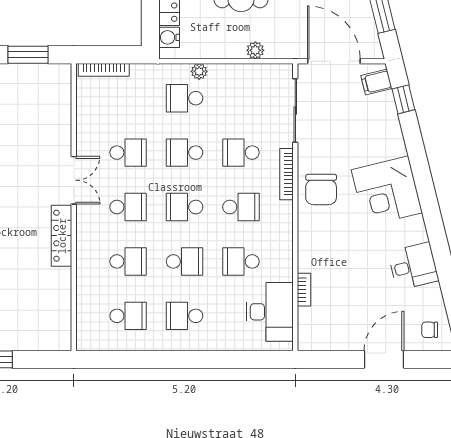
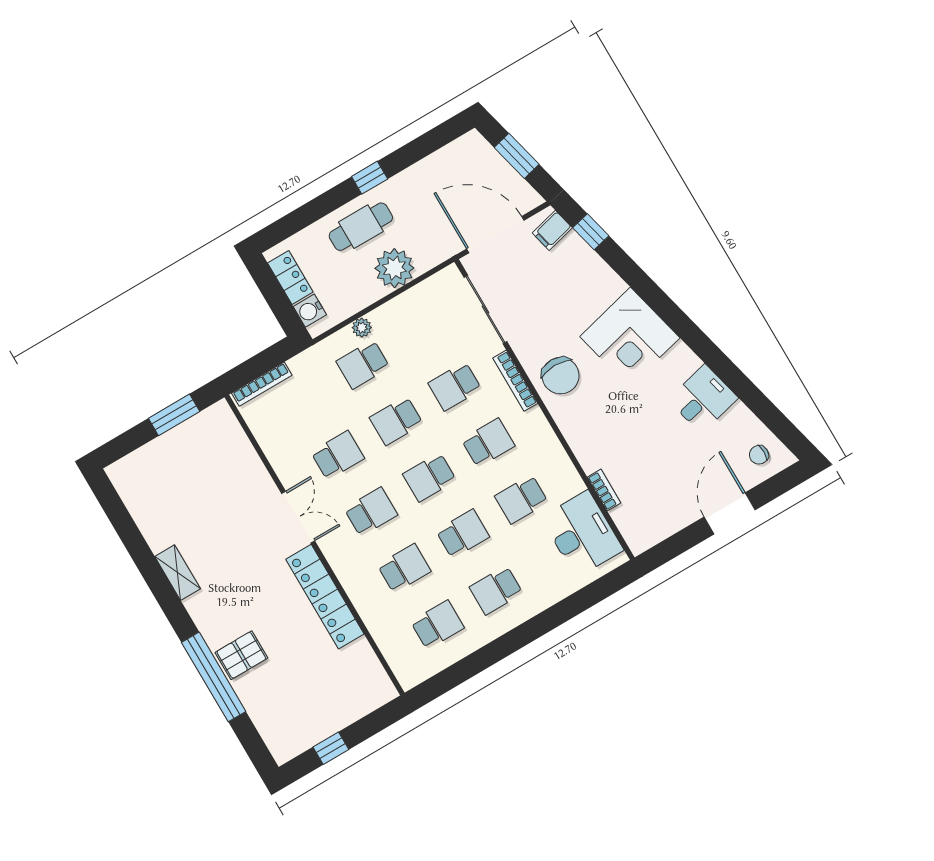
plant: (255, 50) -> (394, 268), width x1.88, depth x1.88
locker: (62, 236) -> (325, 597), width x1.41, depth x1.21

